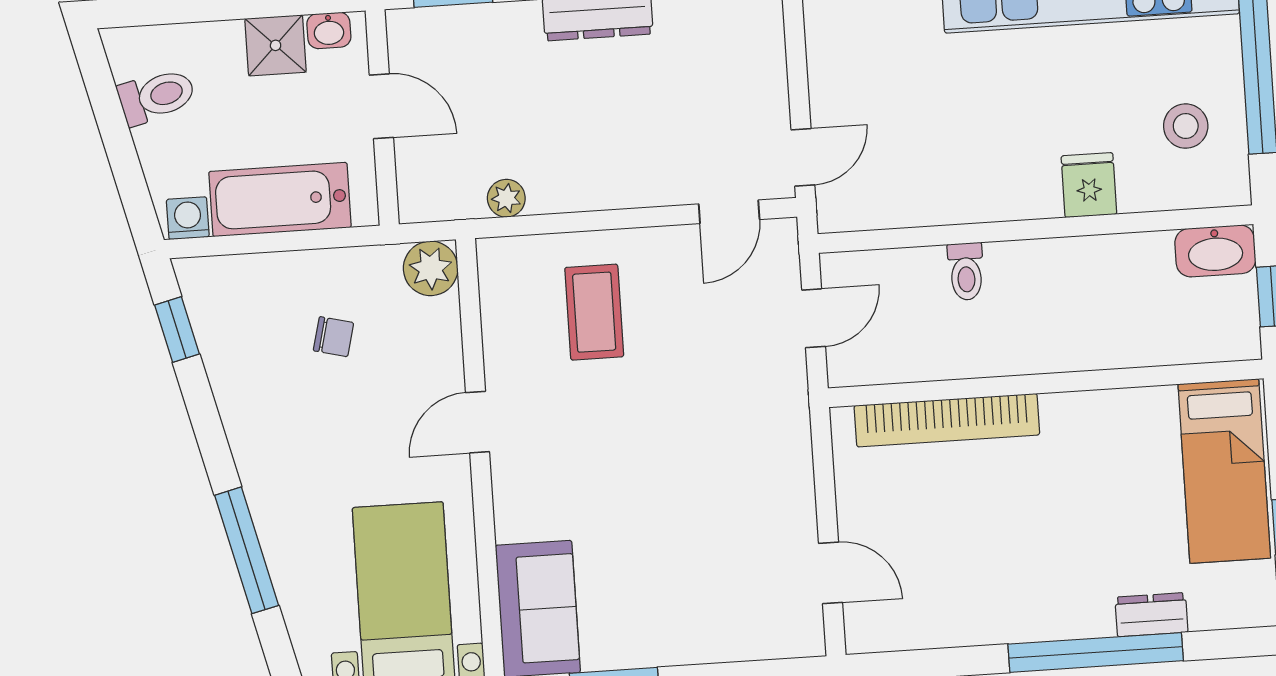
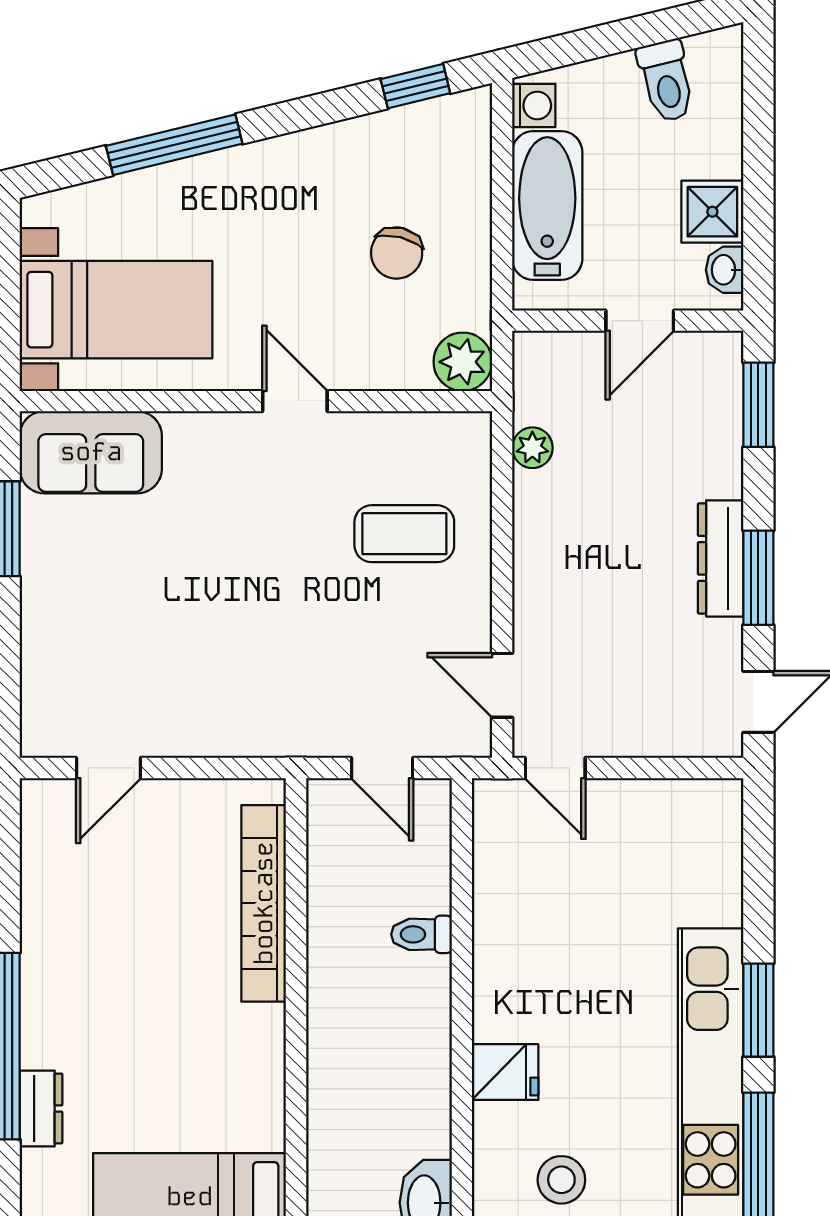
chair: (333, 337) -> (397, 253), width x1.37, depth x1.37

